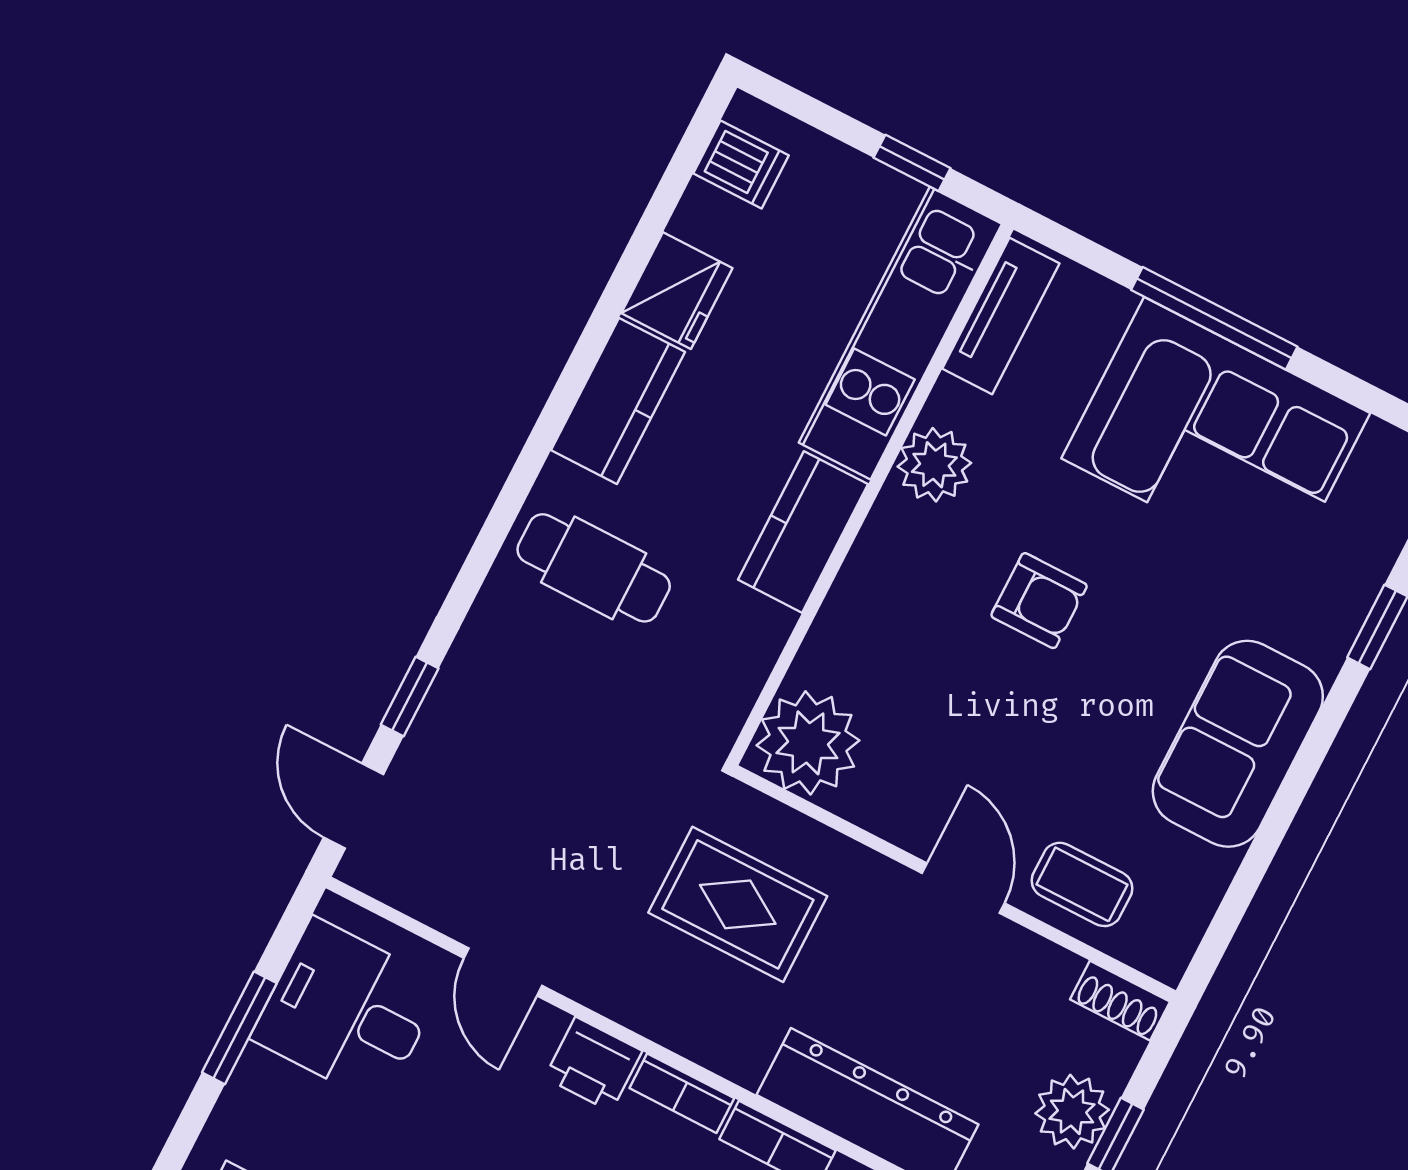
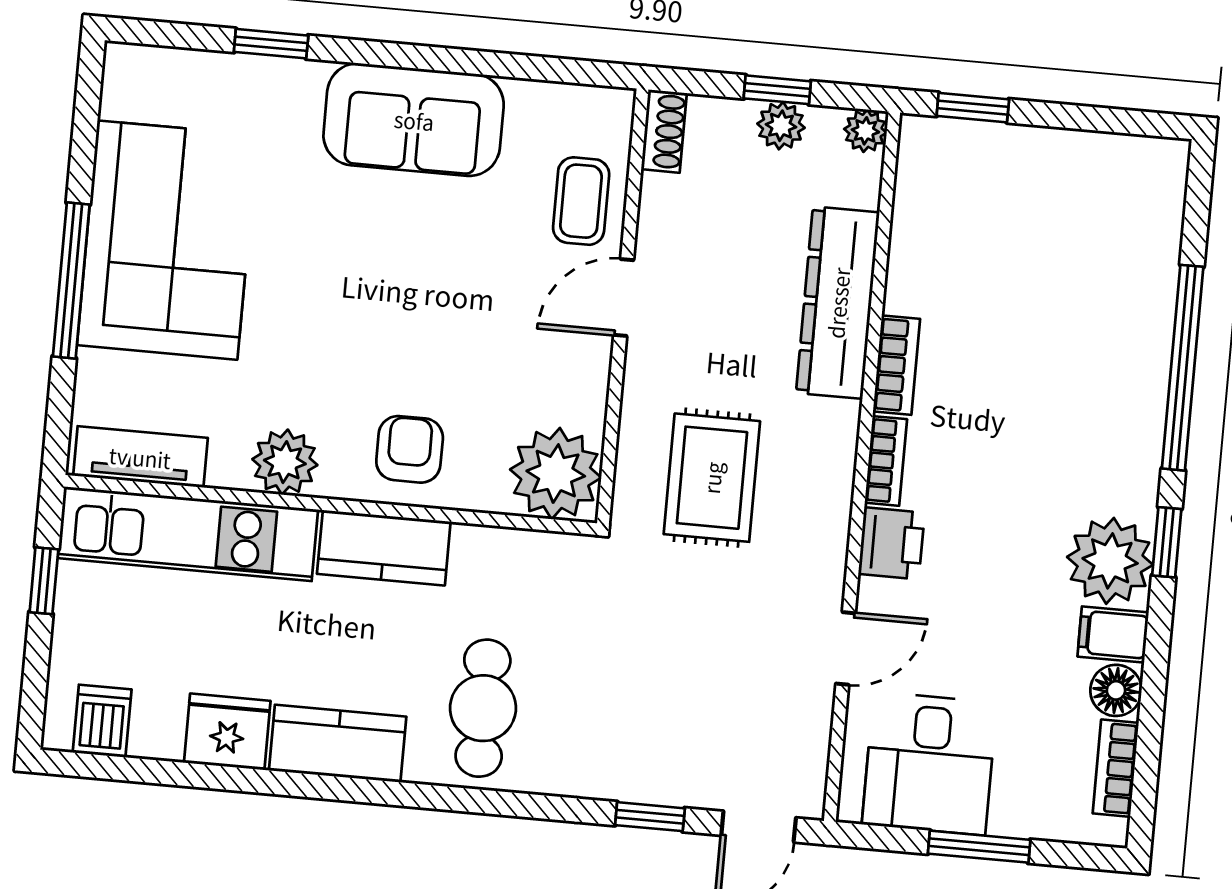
armchair: (1039, 601) -> (410, 449), moved
plant: (1072, 1112) -> (781, 126), width x0.73, depth x0.73

